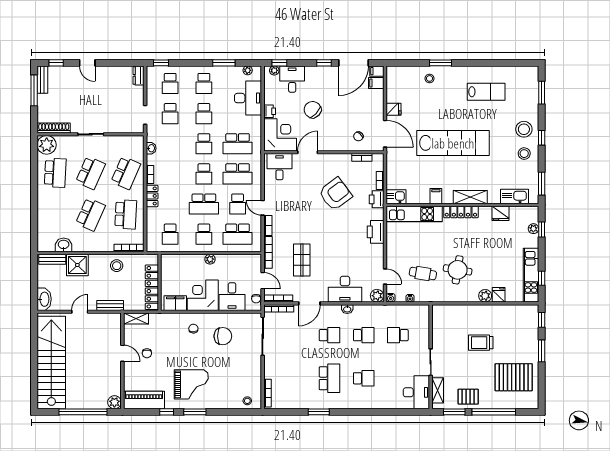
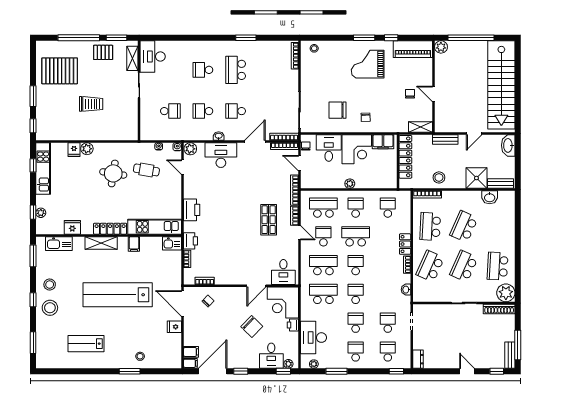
armchair: (335, 194) -> (230, 246), removed
shop shelf: (302, 260) -> (269, 220), moved

